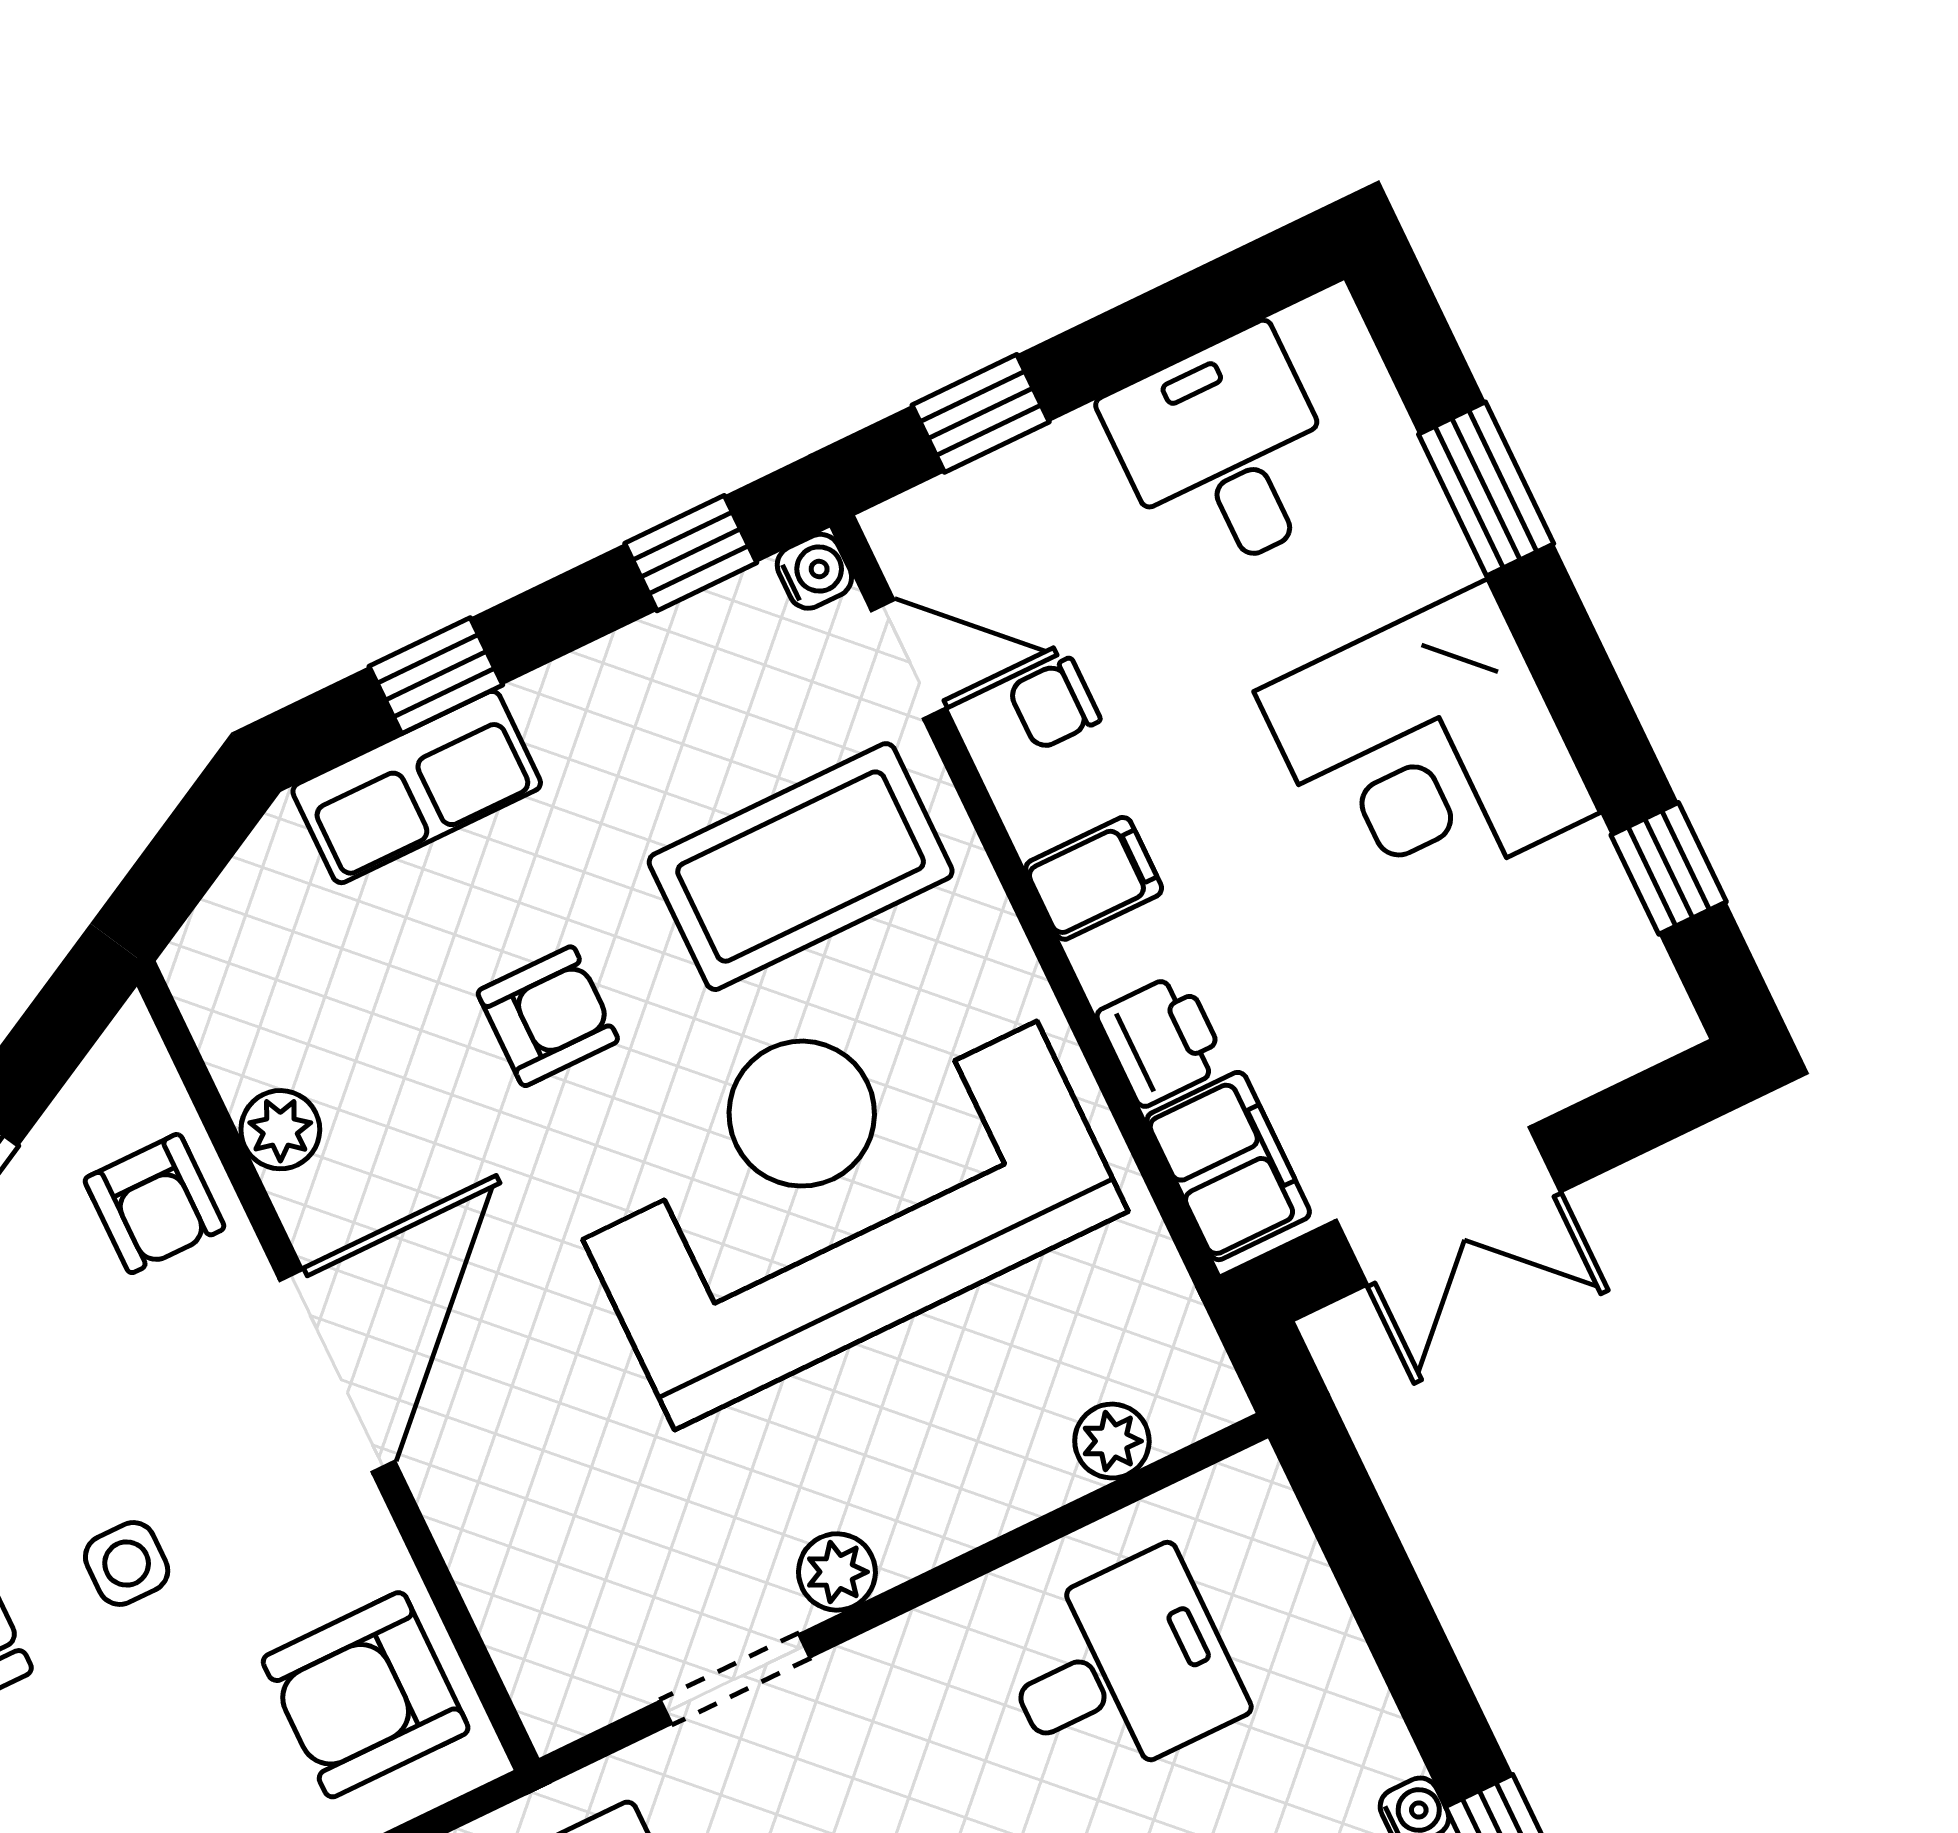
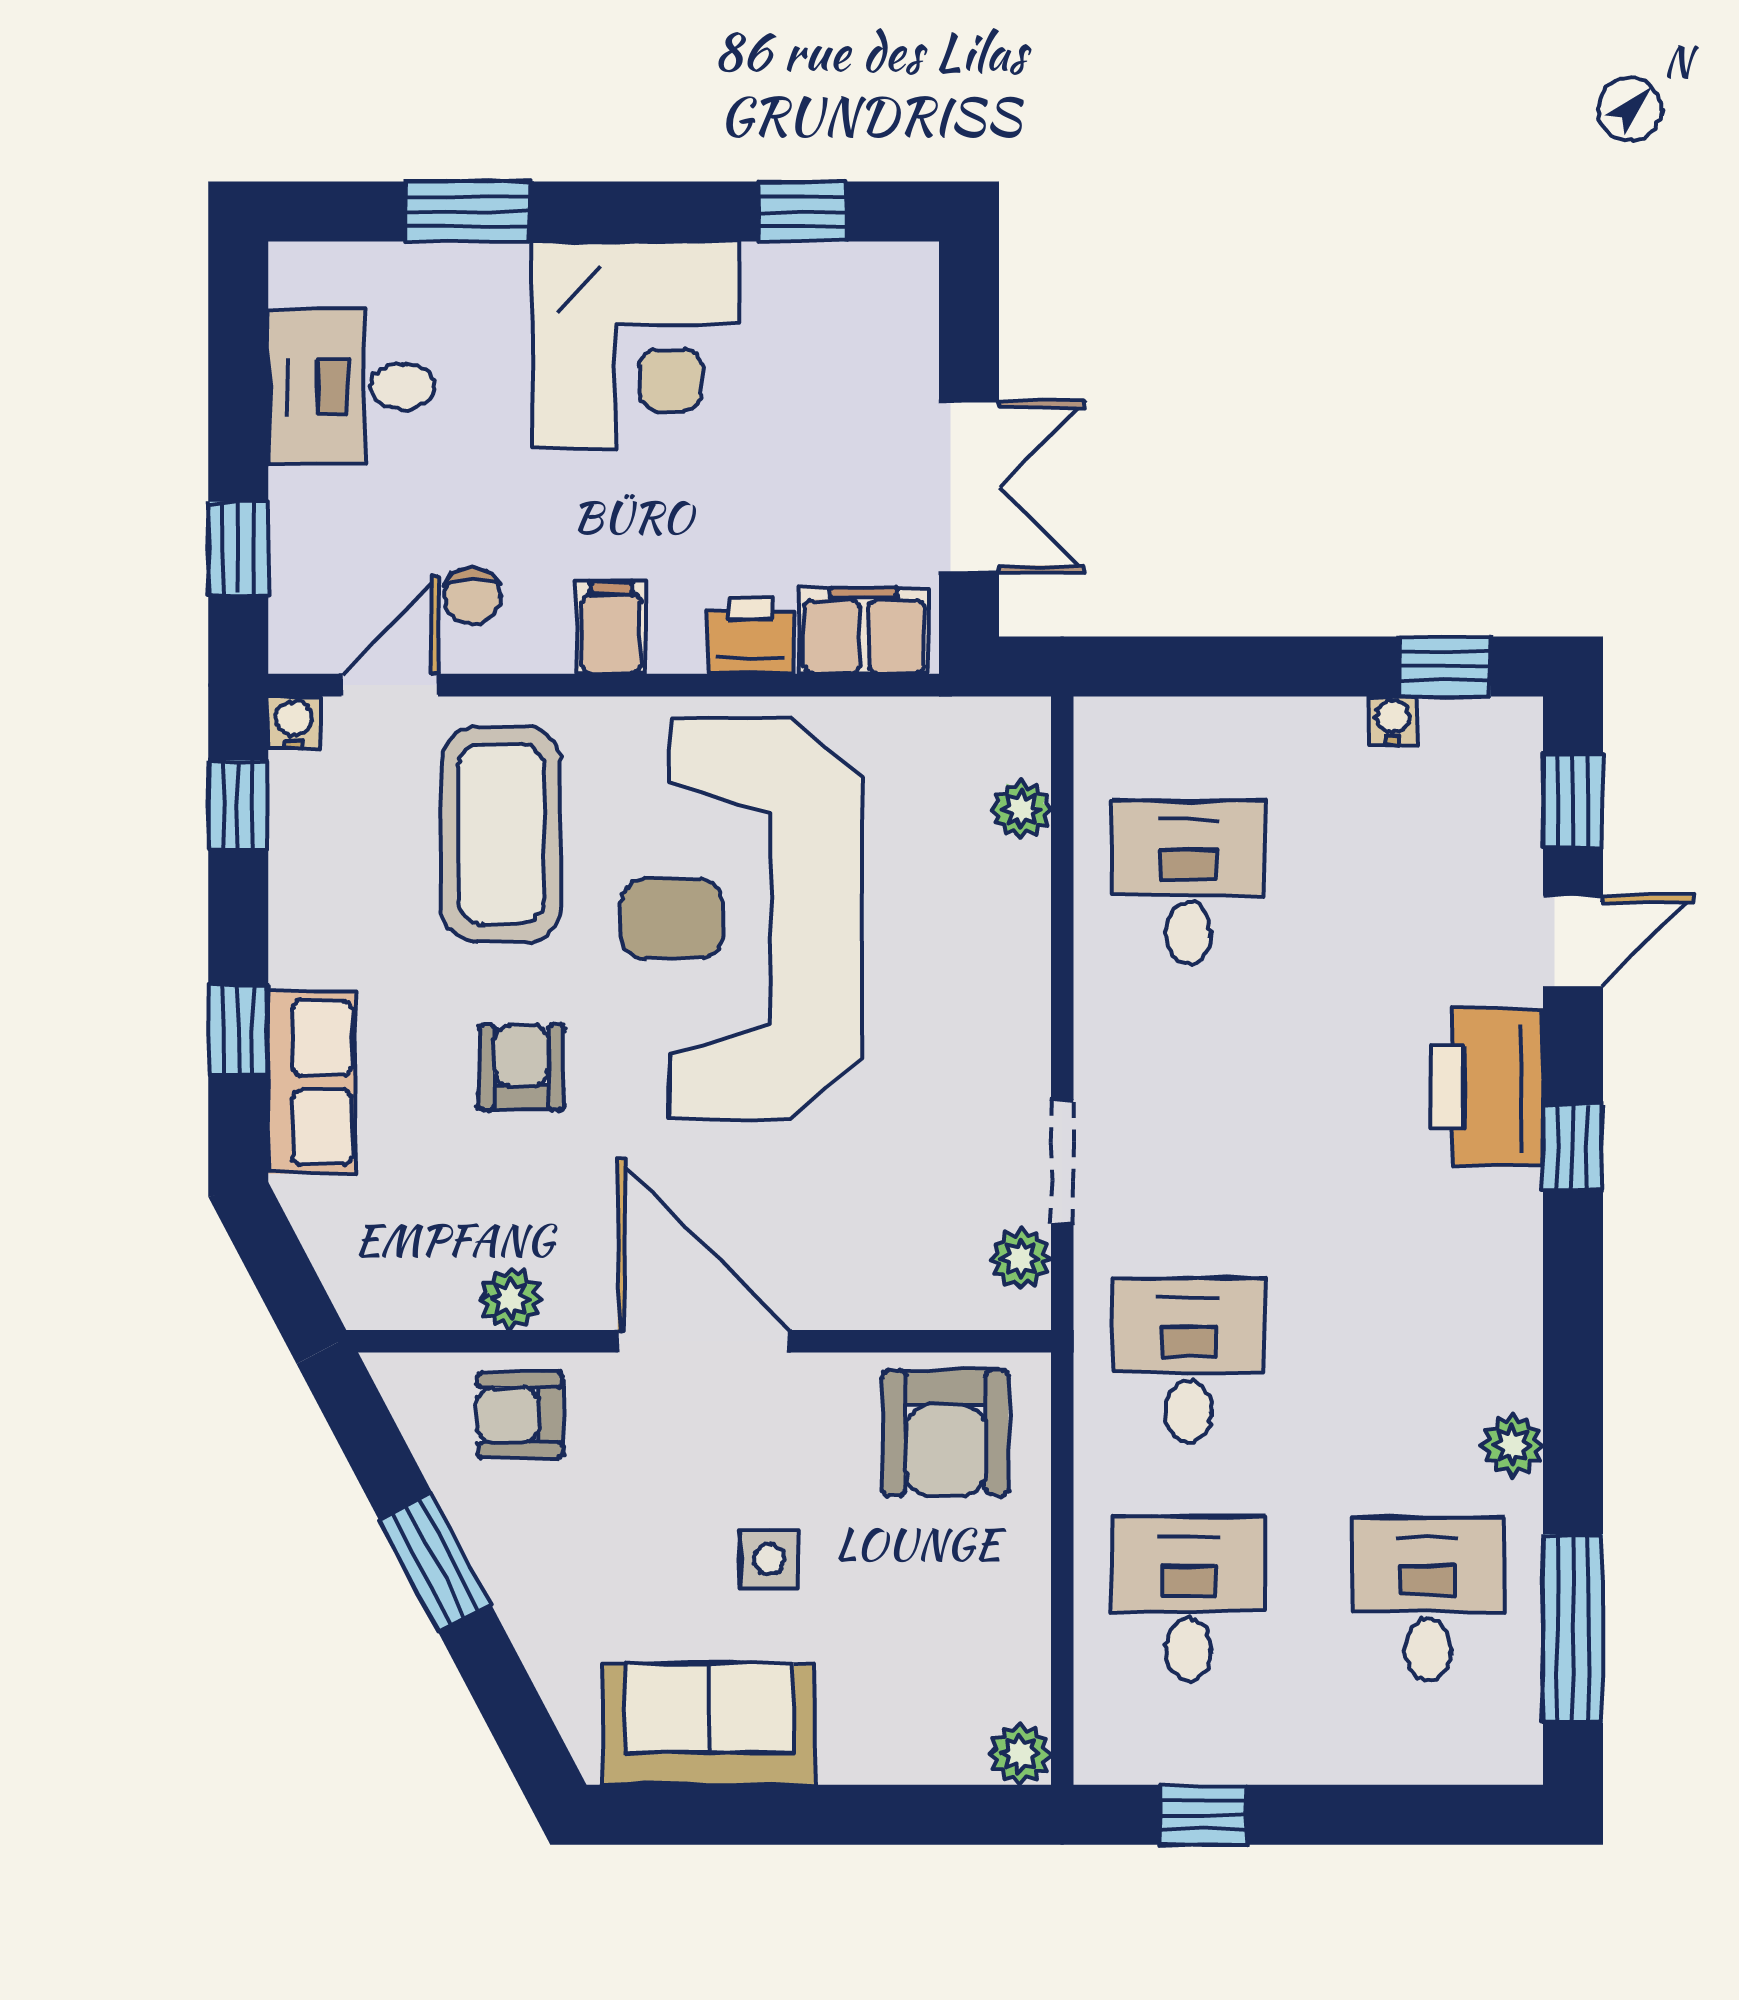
armchair: (154, 1204) -> (520, 1415), turned 180
plant: (837, 1572) -> (1020, 1258), moved

